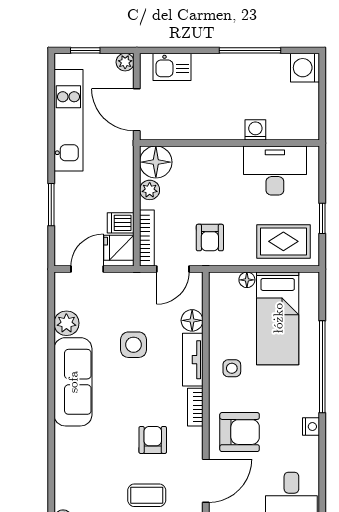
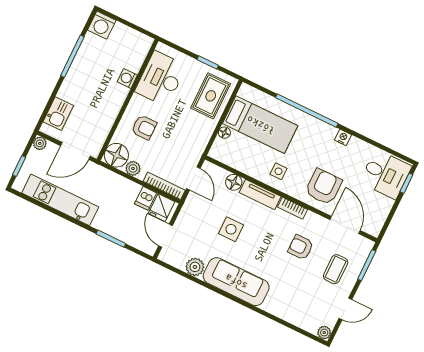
armchair: (210, 238) -> (144, 127), moved

